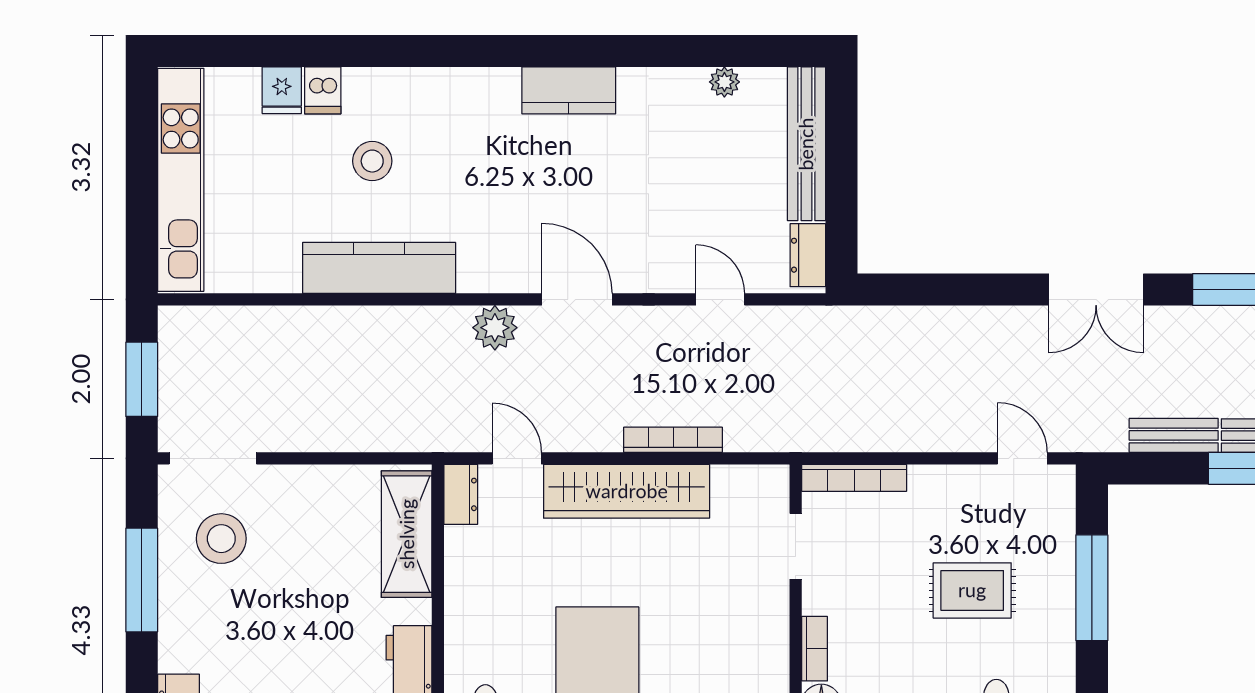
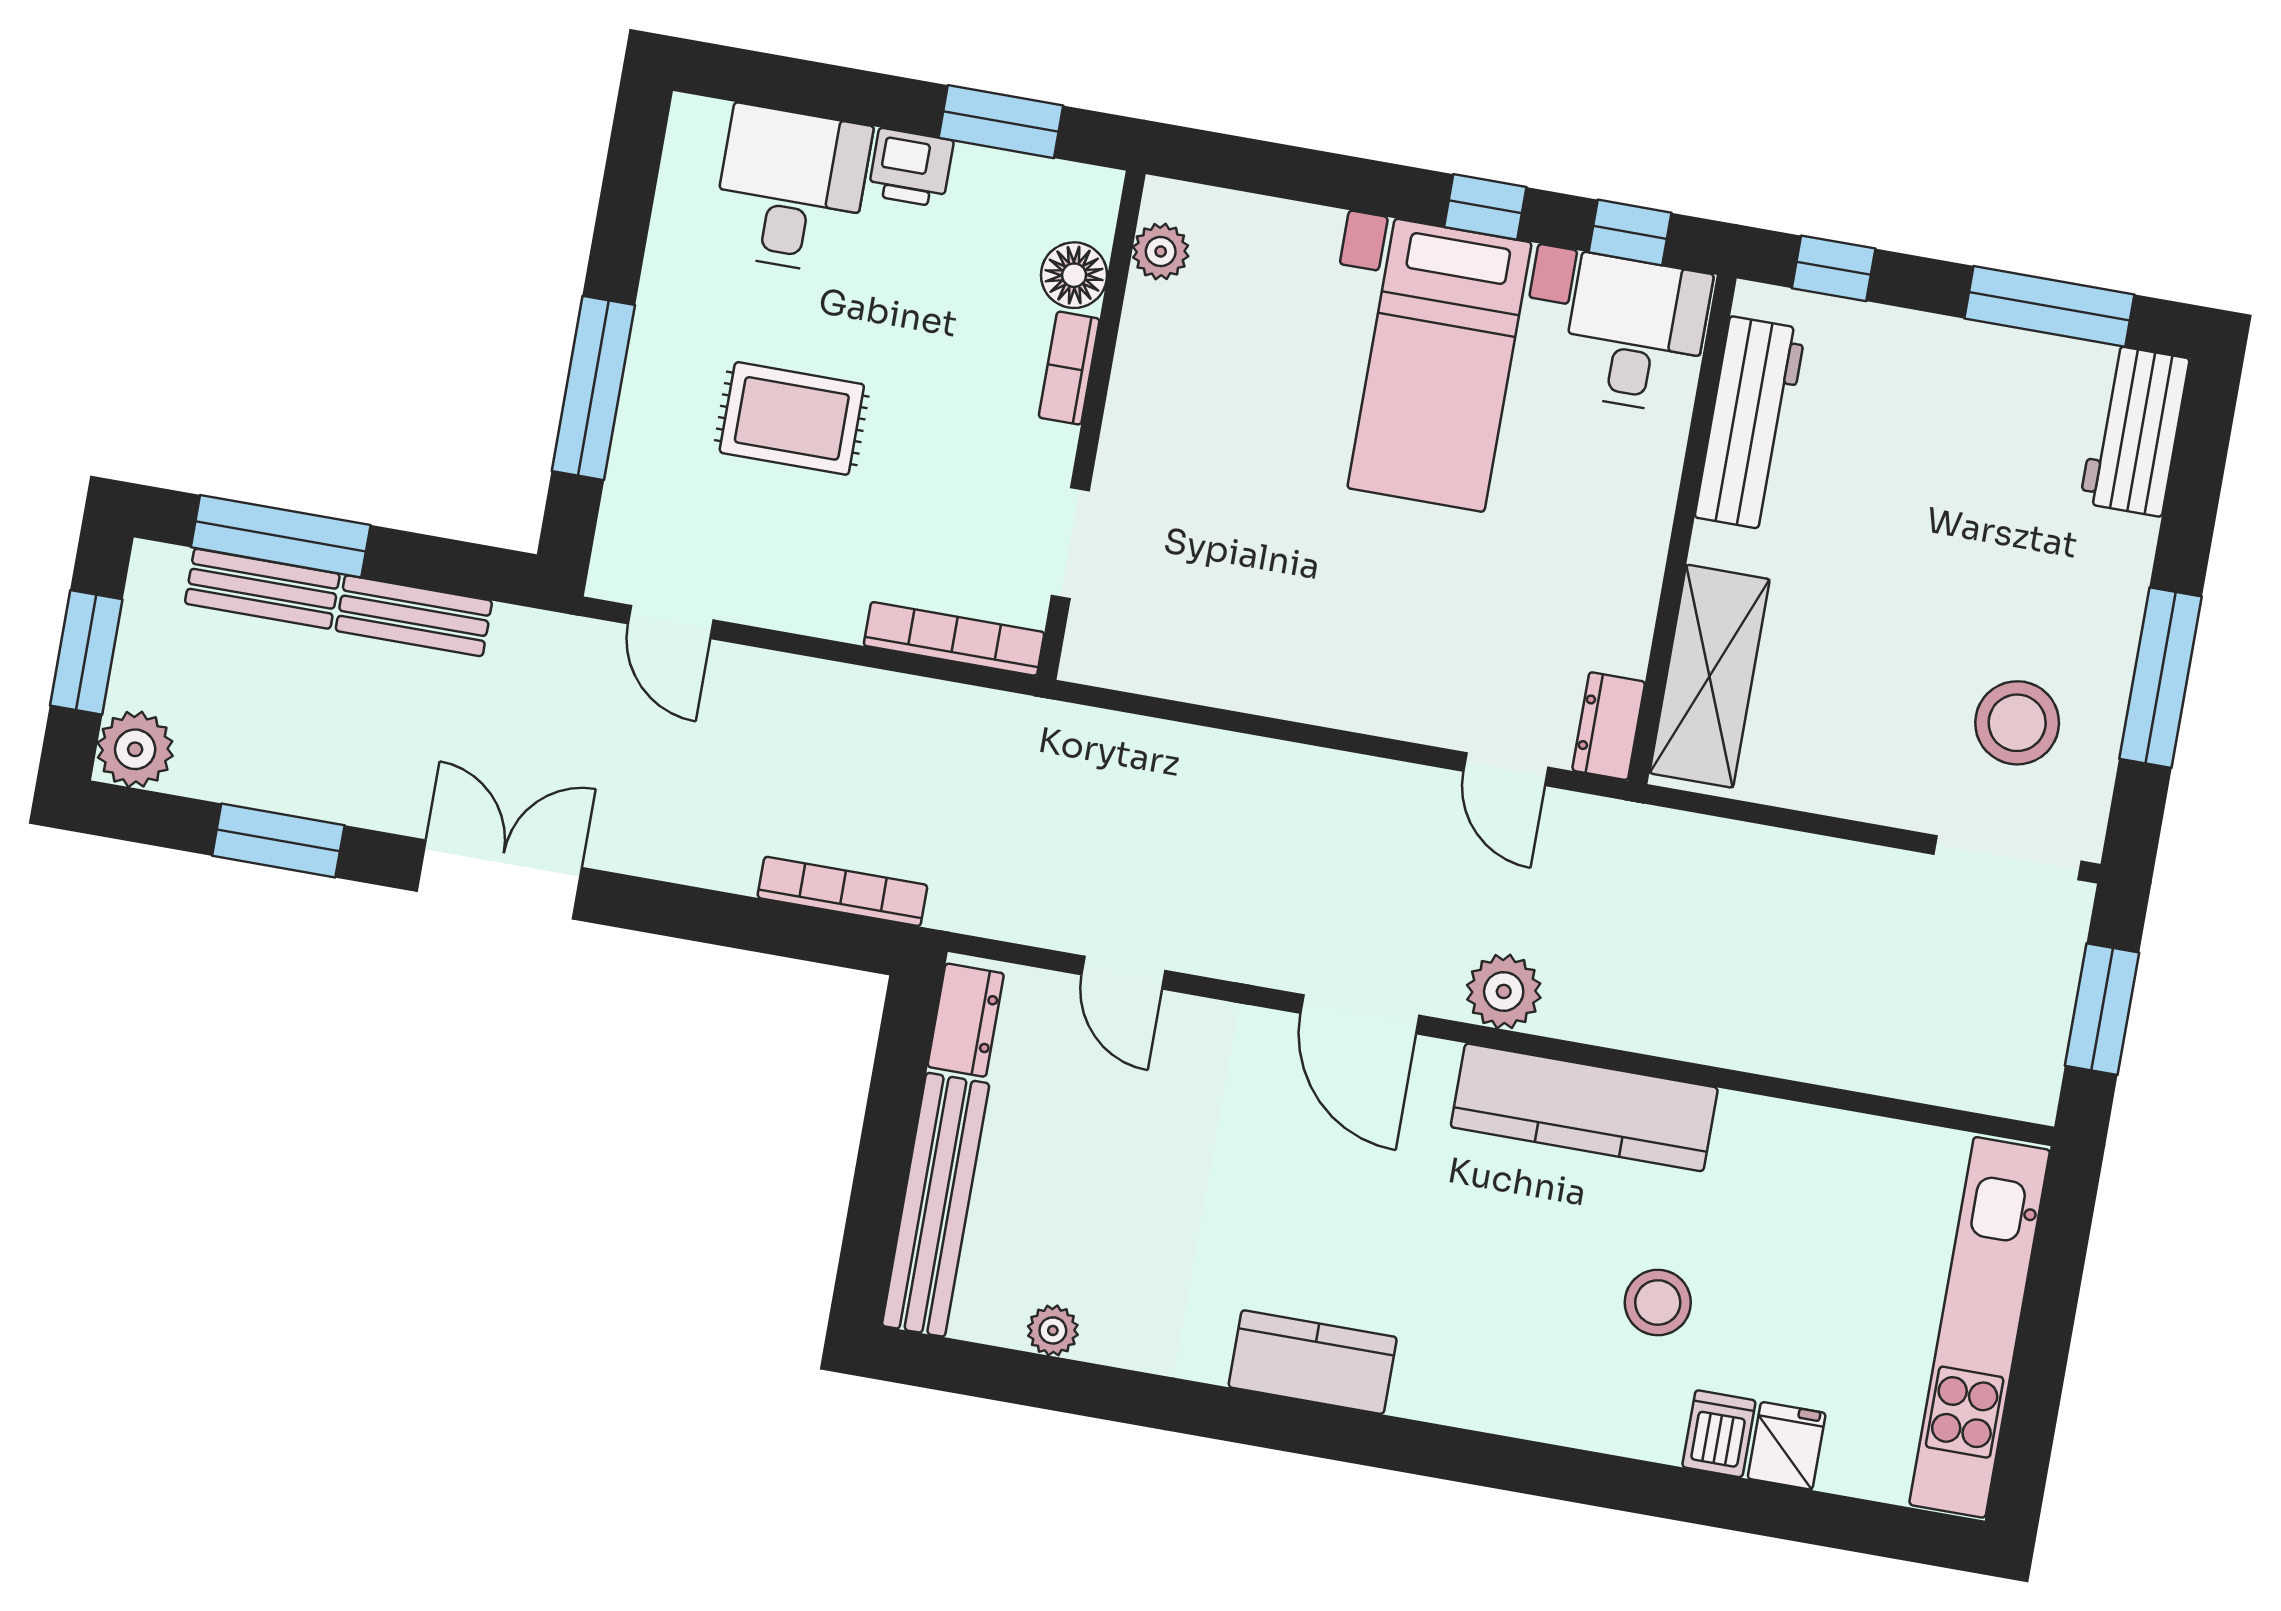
kitchen counter: (379, 268) -> (1584, 1107), moved
bookcase: (673, 440) -> (842, 891), moved, turned 180
wardrobe: (627, 491) -> (1334, 683), removed

